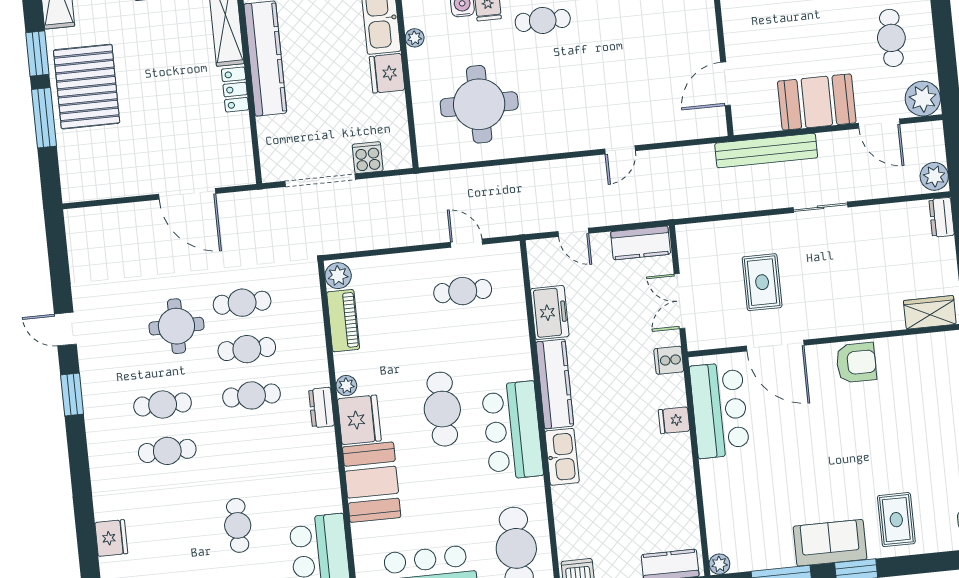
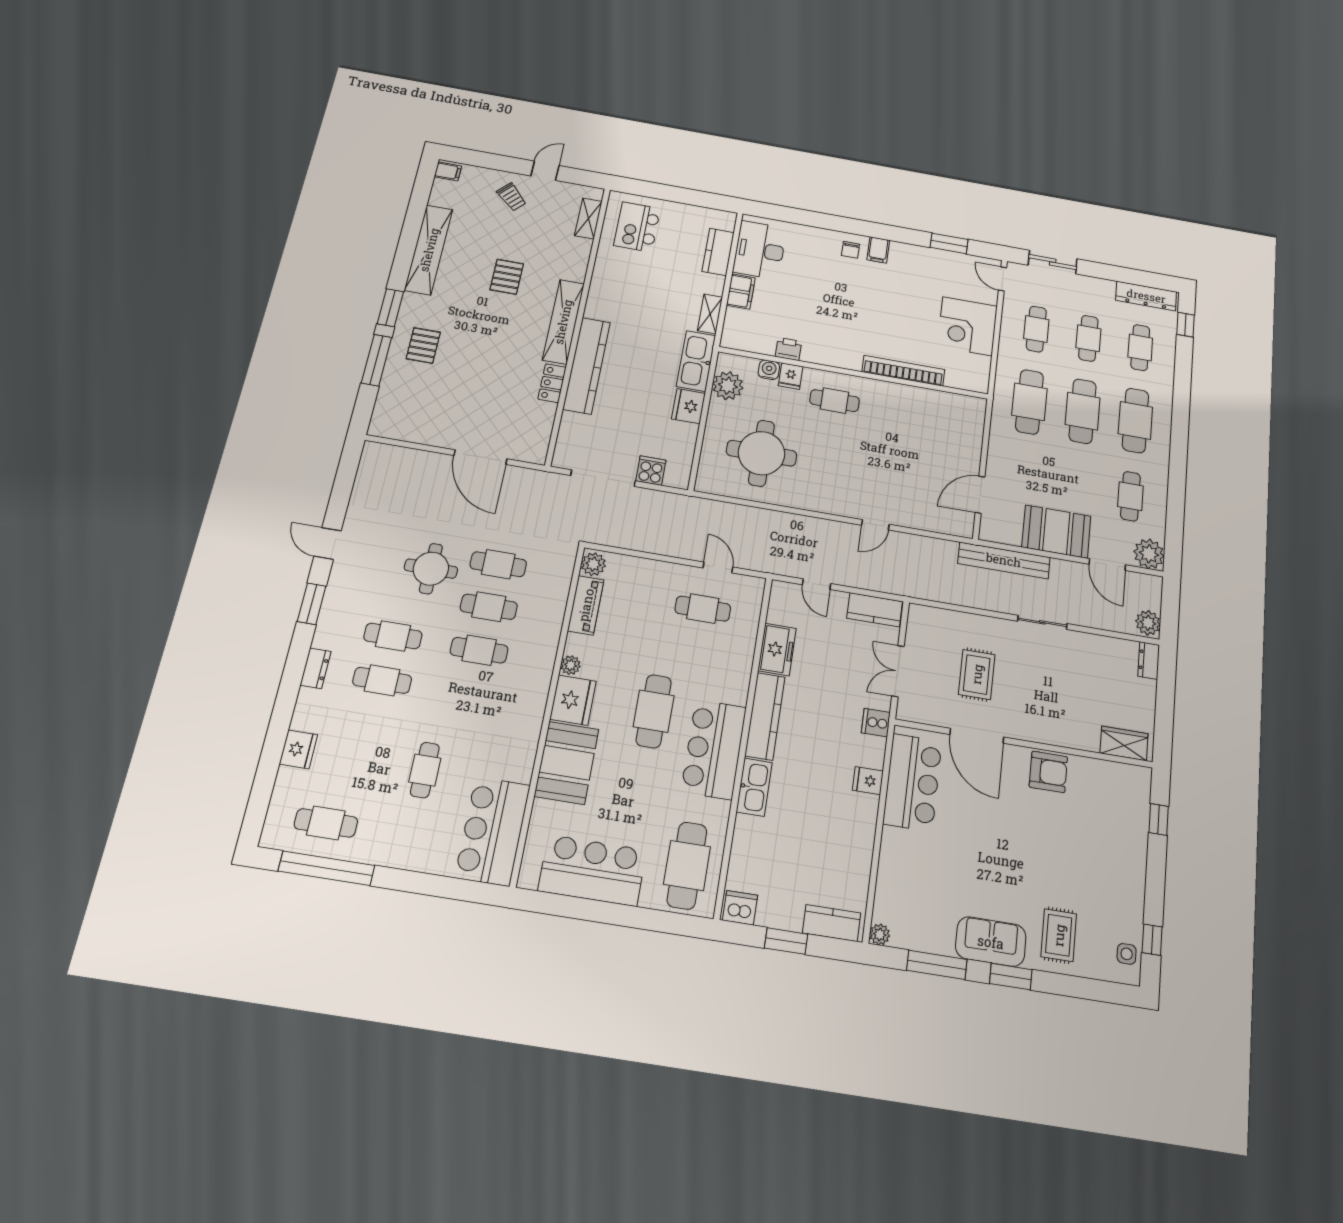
plant: (415, 38) -> (728, 386), width x1.87, depth x1.87
pallet: (87, 87) -> (423, 345), width x0.49, depth x0.50
dresser: (321, 408) -> (316, 668), moved, turned 180

